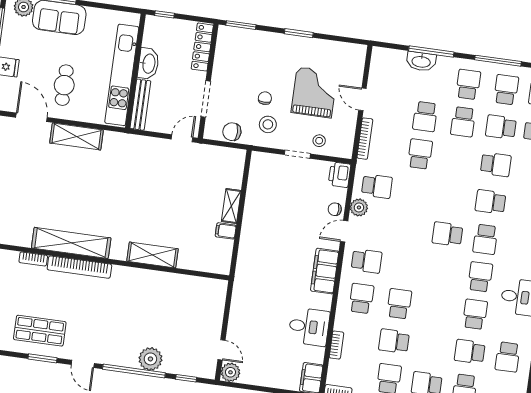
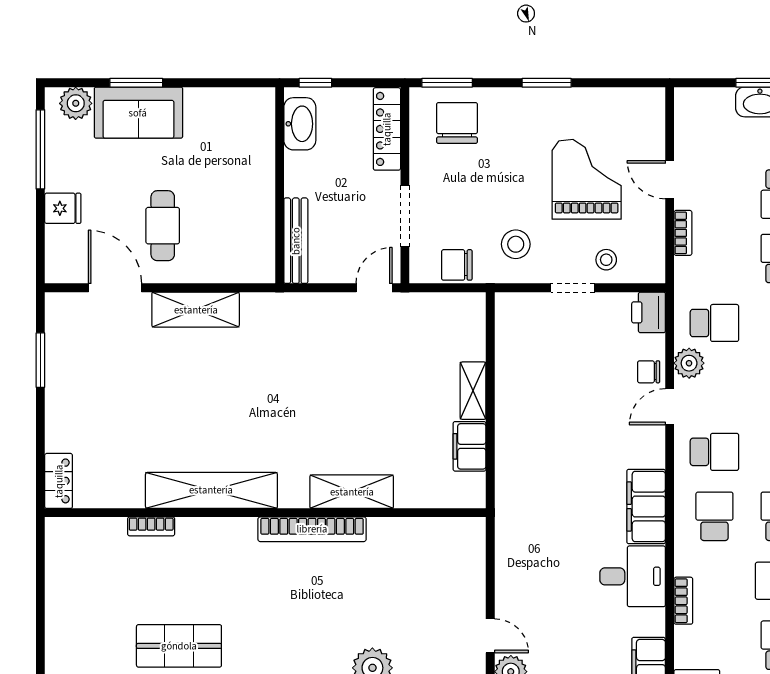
washbasin: (148, 64) -> (300, 124), moved
kitchen unit: (122, 75) -> (258, 195), removed
chair: (265, 98) -> (457, 123), moved, width x1.87, depth x1.87
bookcase: (365, 139) -> (683, 233), width x0.64
filing cabinet: (226, 231) -> (470, 446), width x2.00
bookcase: (79, 267) -> (312, 529), moved
filing cabinet: (325, 271) -> (646, 506), moved

